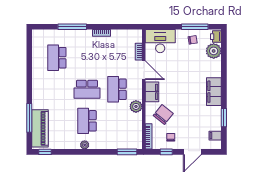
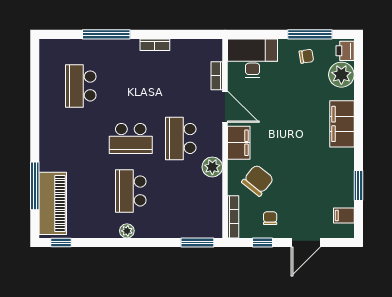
filing cabinet: (214, 92) -> (342, 124), moved

